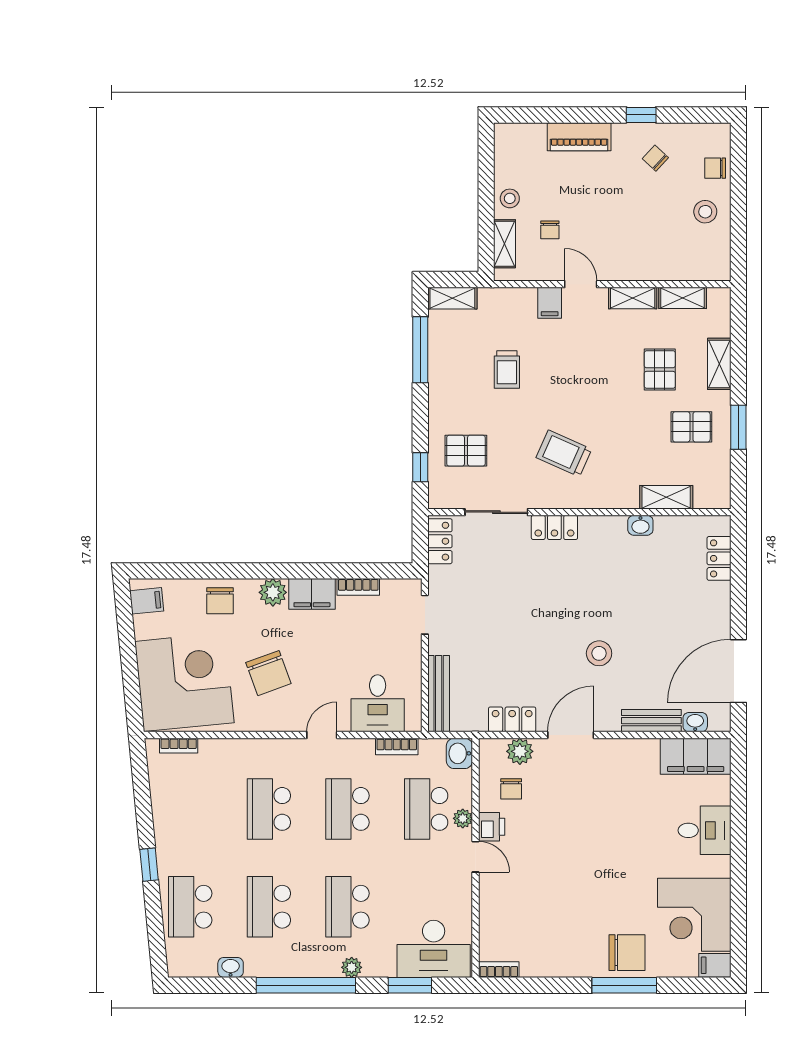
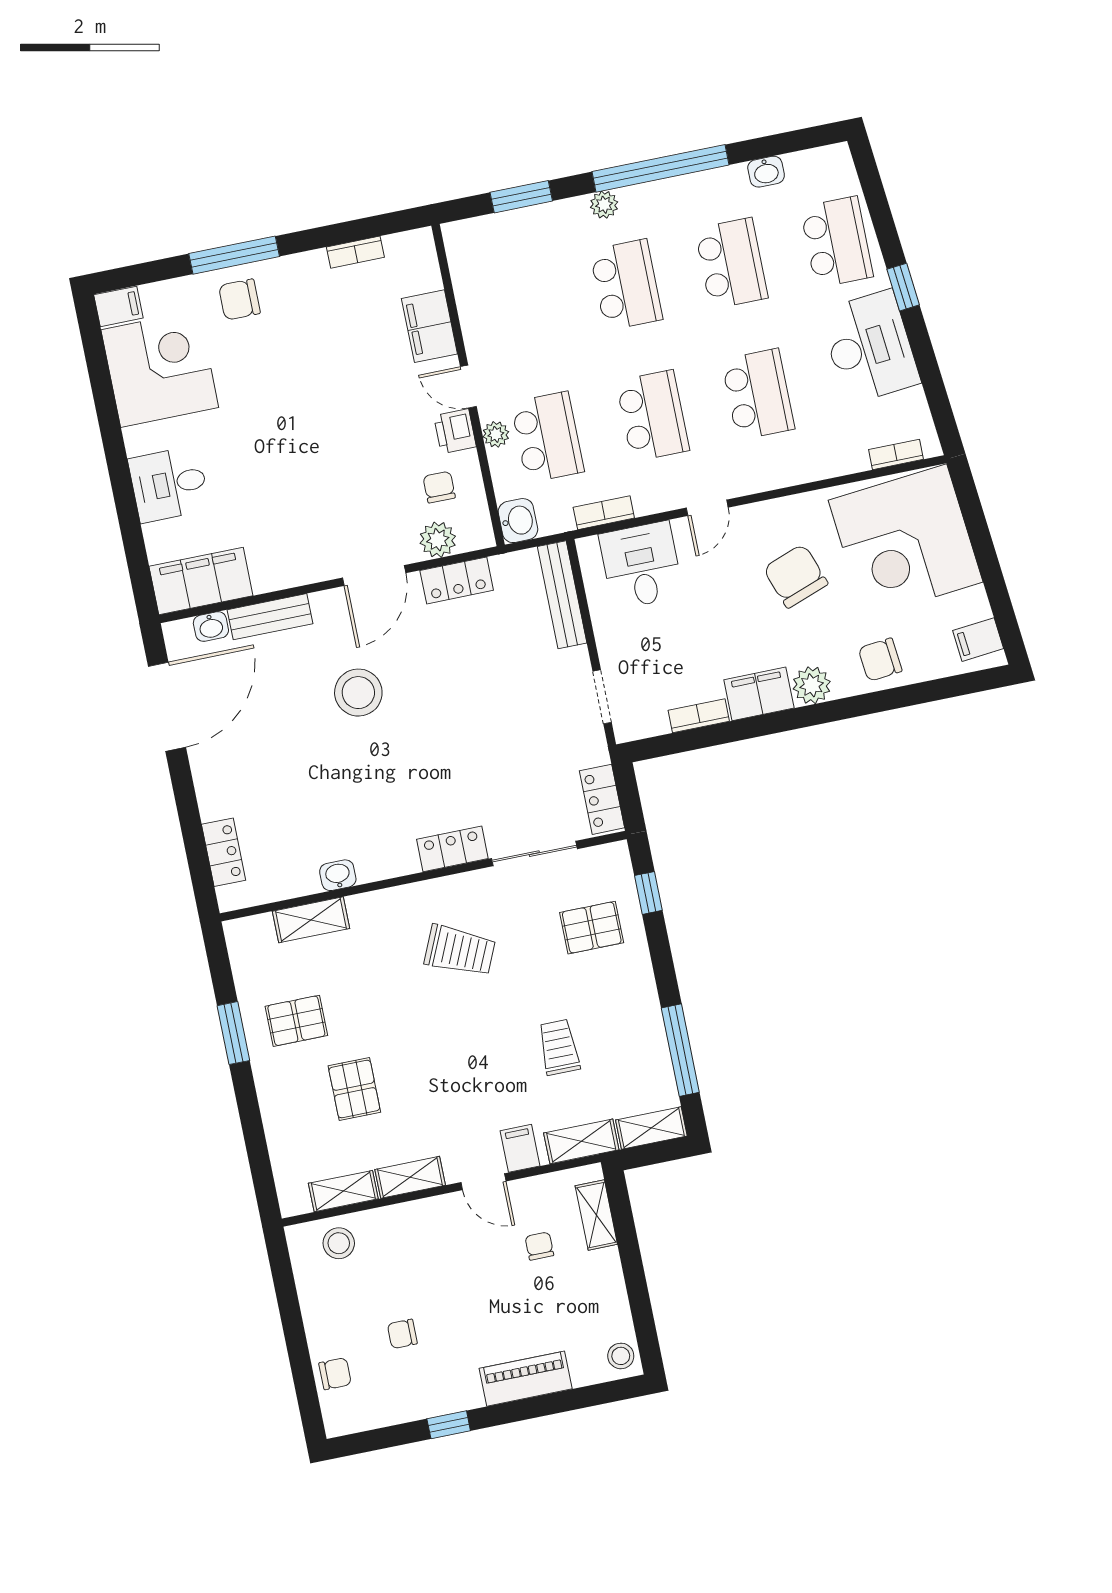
chair: (655, 158) -> (402, 1334), moved, turned 137
stool: (510, 198) -> (621, 1356), moved
stool: (705, 212) -> (339, 1243), moved
shelving: (719, 364) -> (581, 1141), moved, turned 90
chair: (220, 601) -> (880, 660), turned -96
stool: (599, 653) -> (358, 693), width x1.38, depth x1.38
filing cabinet: (495, 906) -> (429, 326), added
desk: (434, 949) -> (870, 347), moved, turned 84
chair: (627, 953) -> (239, 299), width x0.73, depth x0.73
bookcase: (499, 970) -> (355, 252), moved

